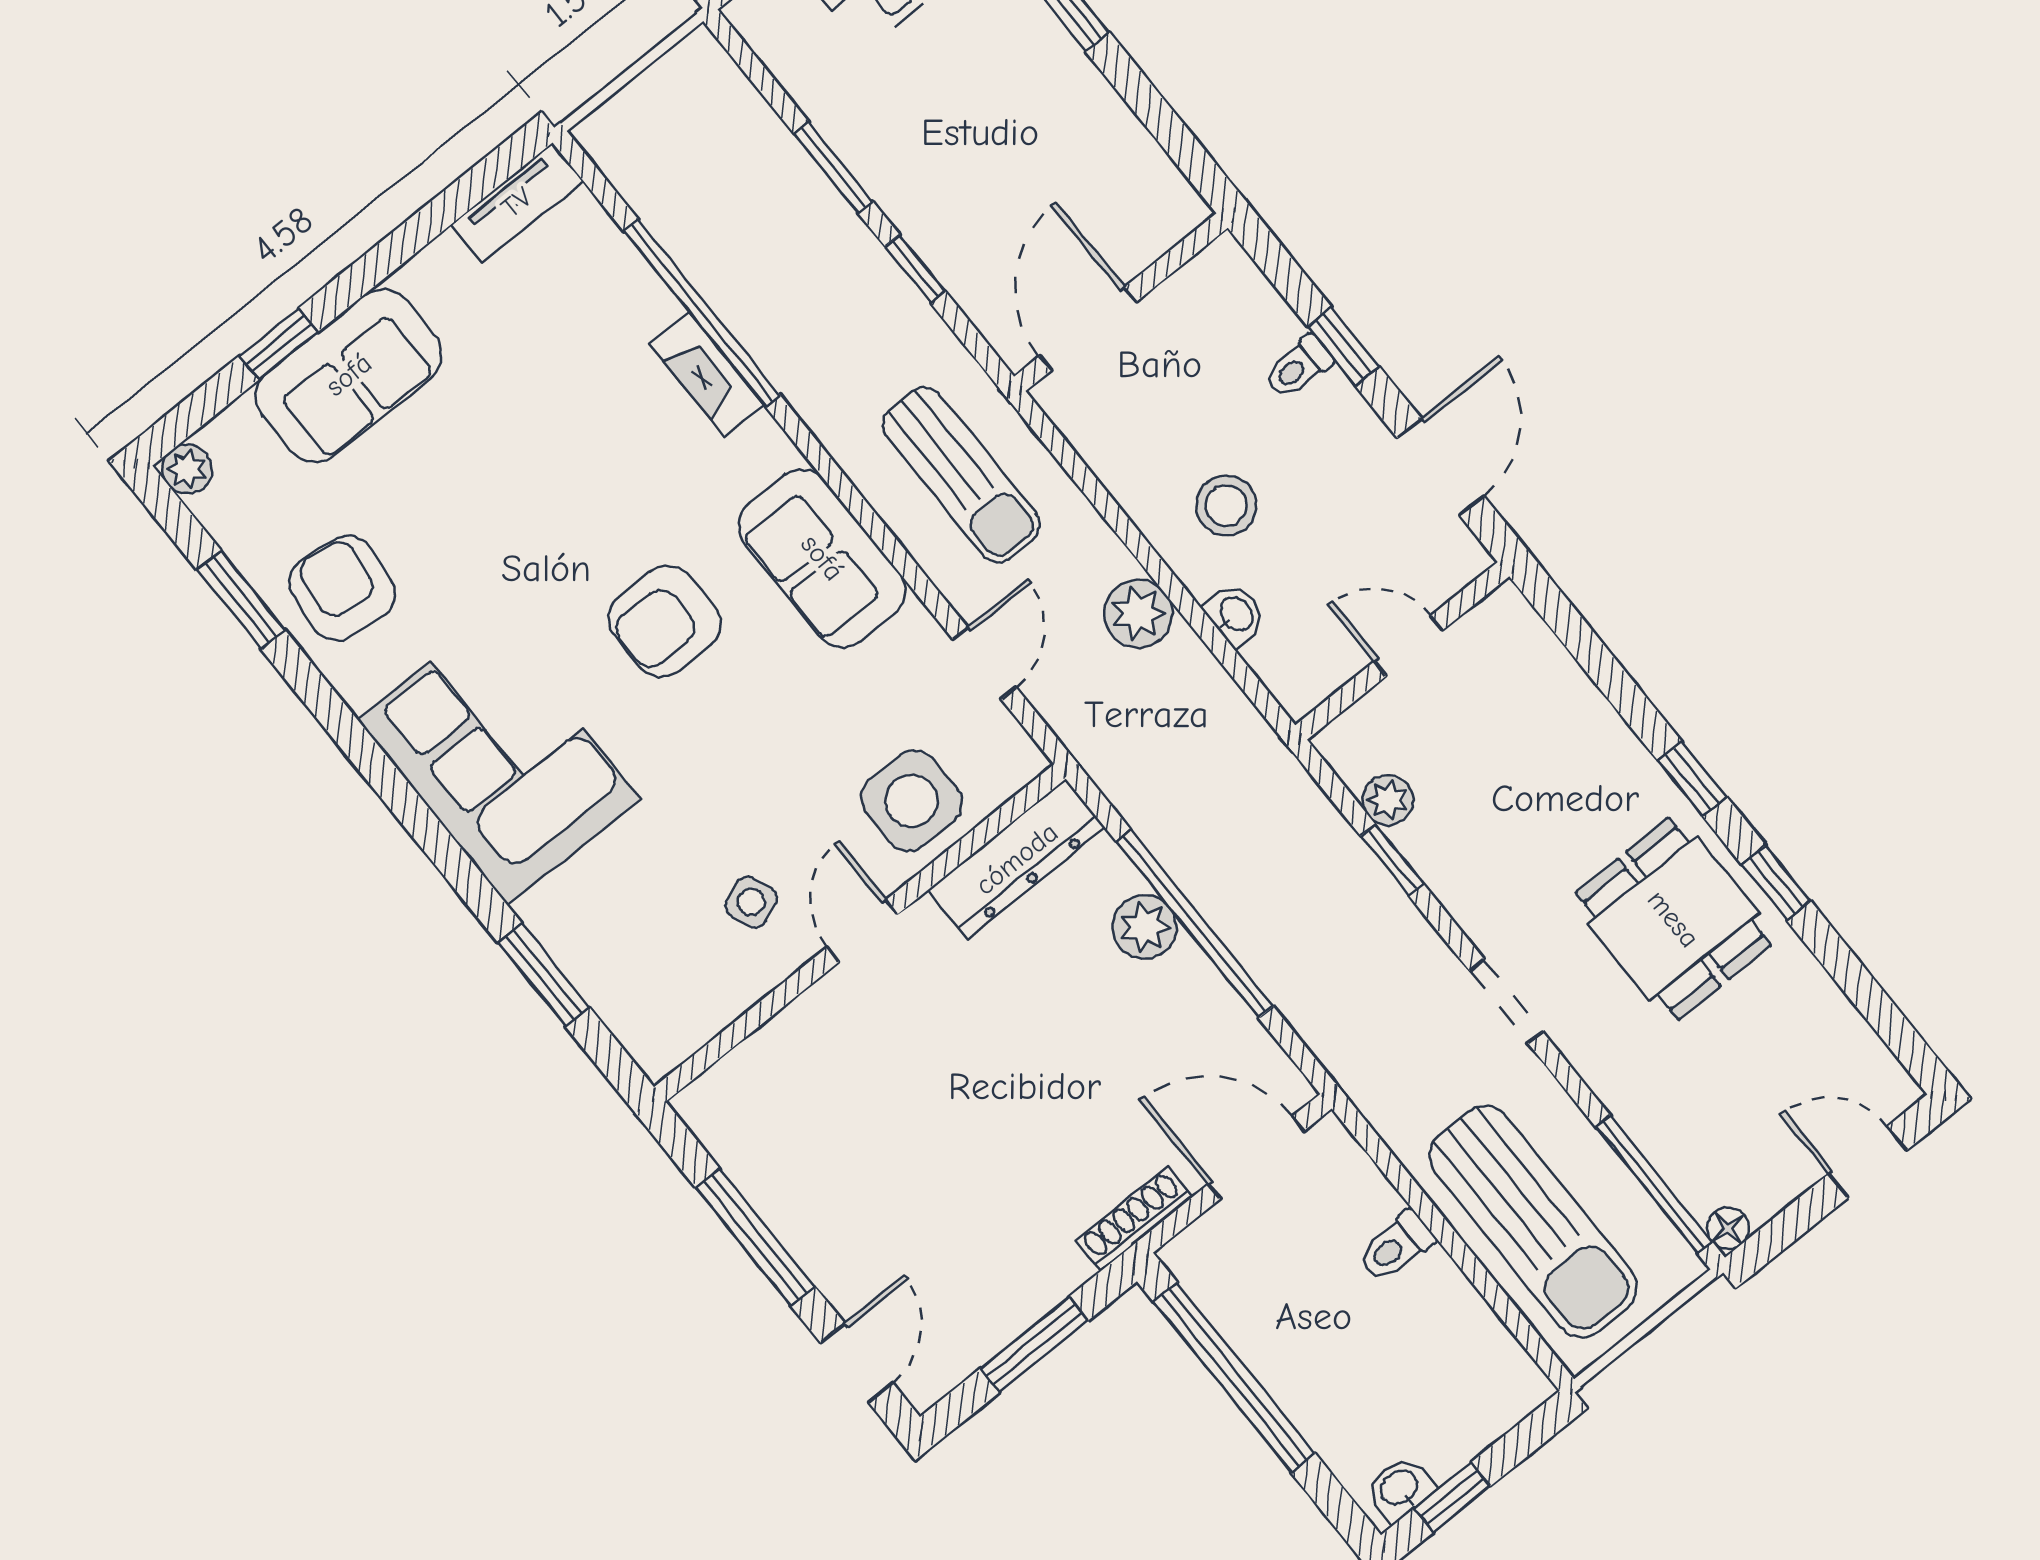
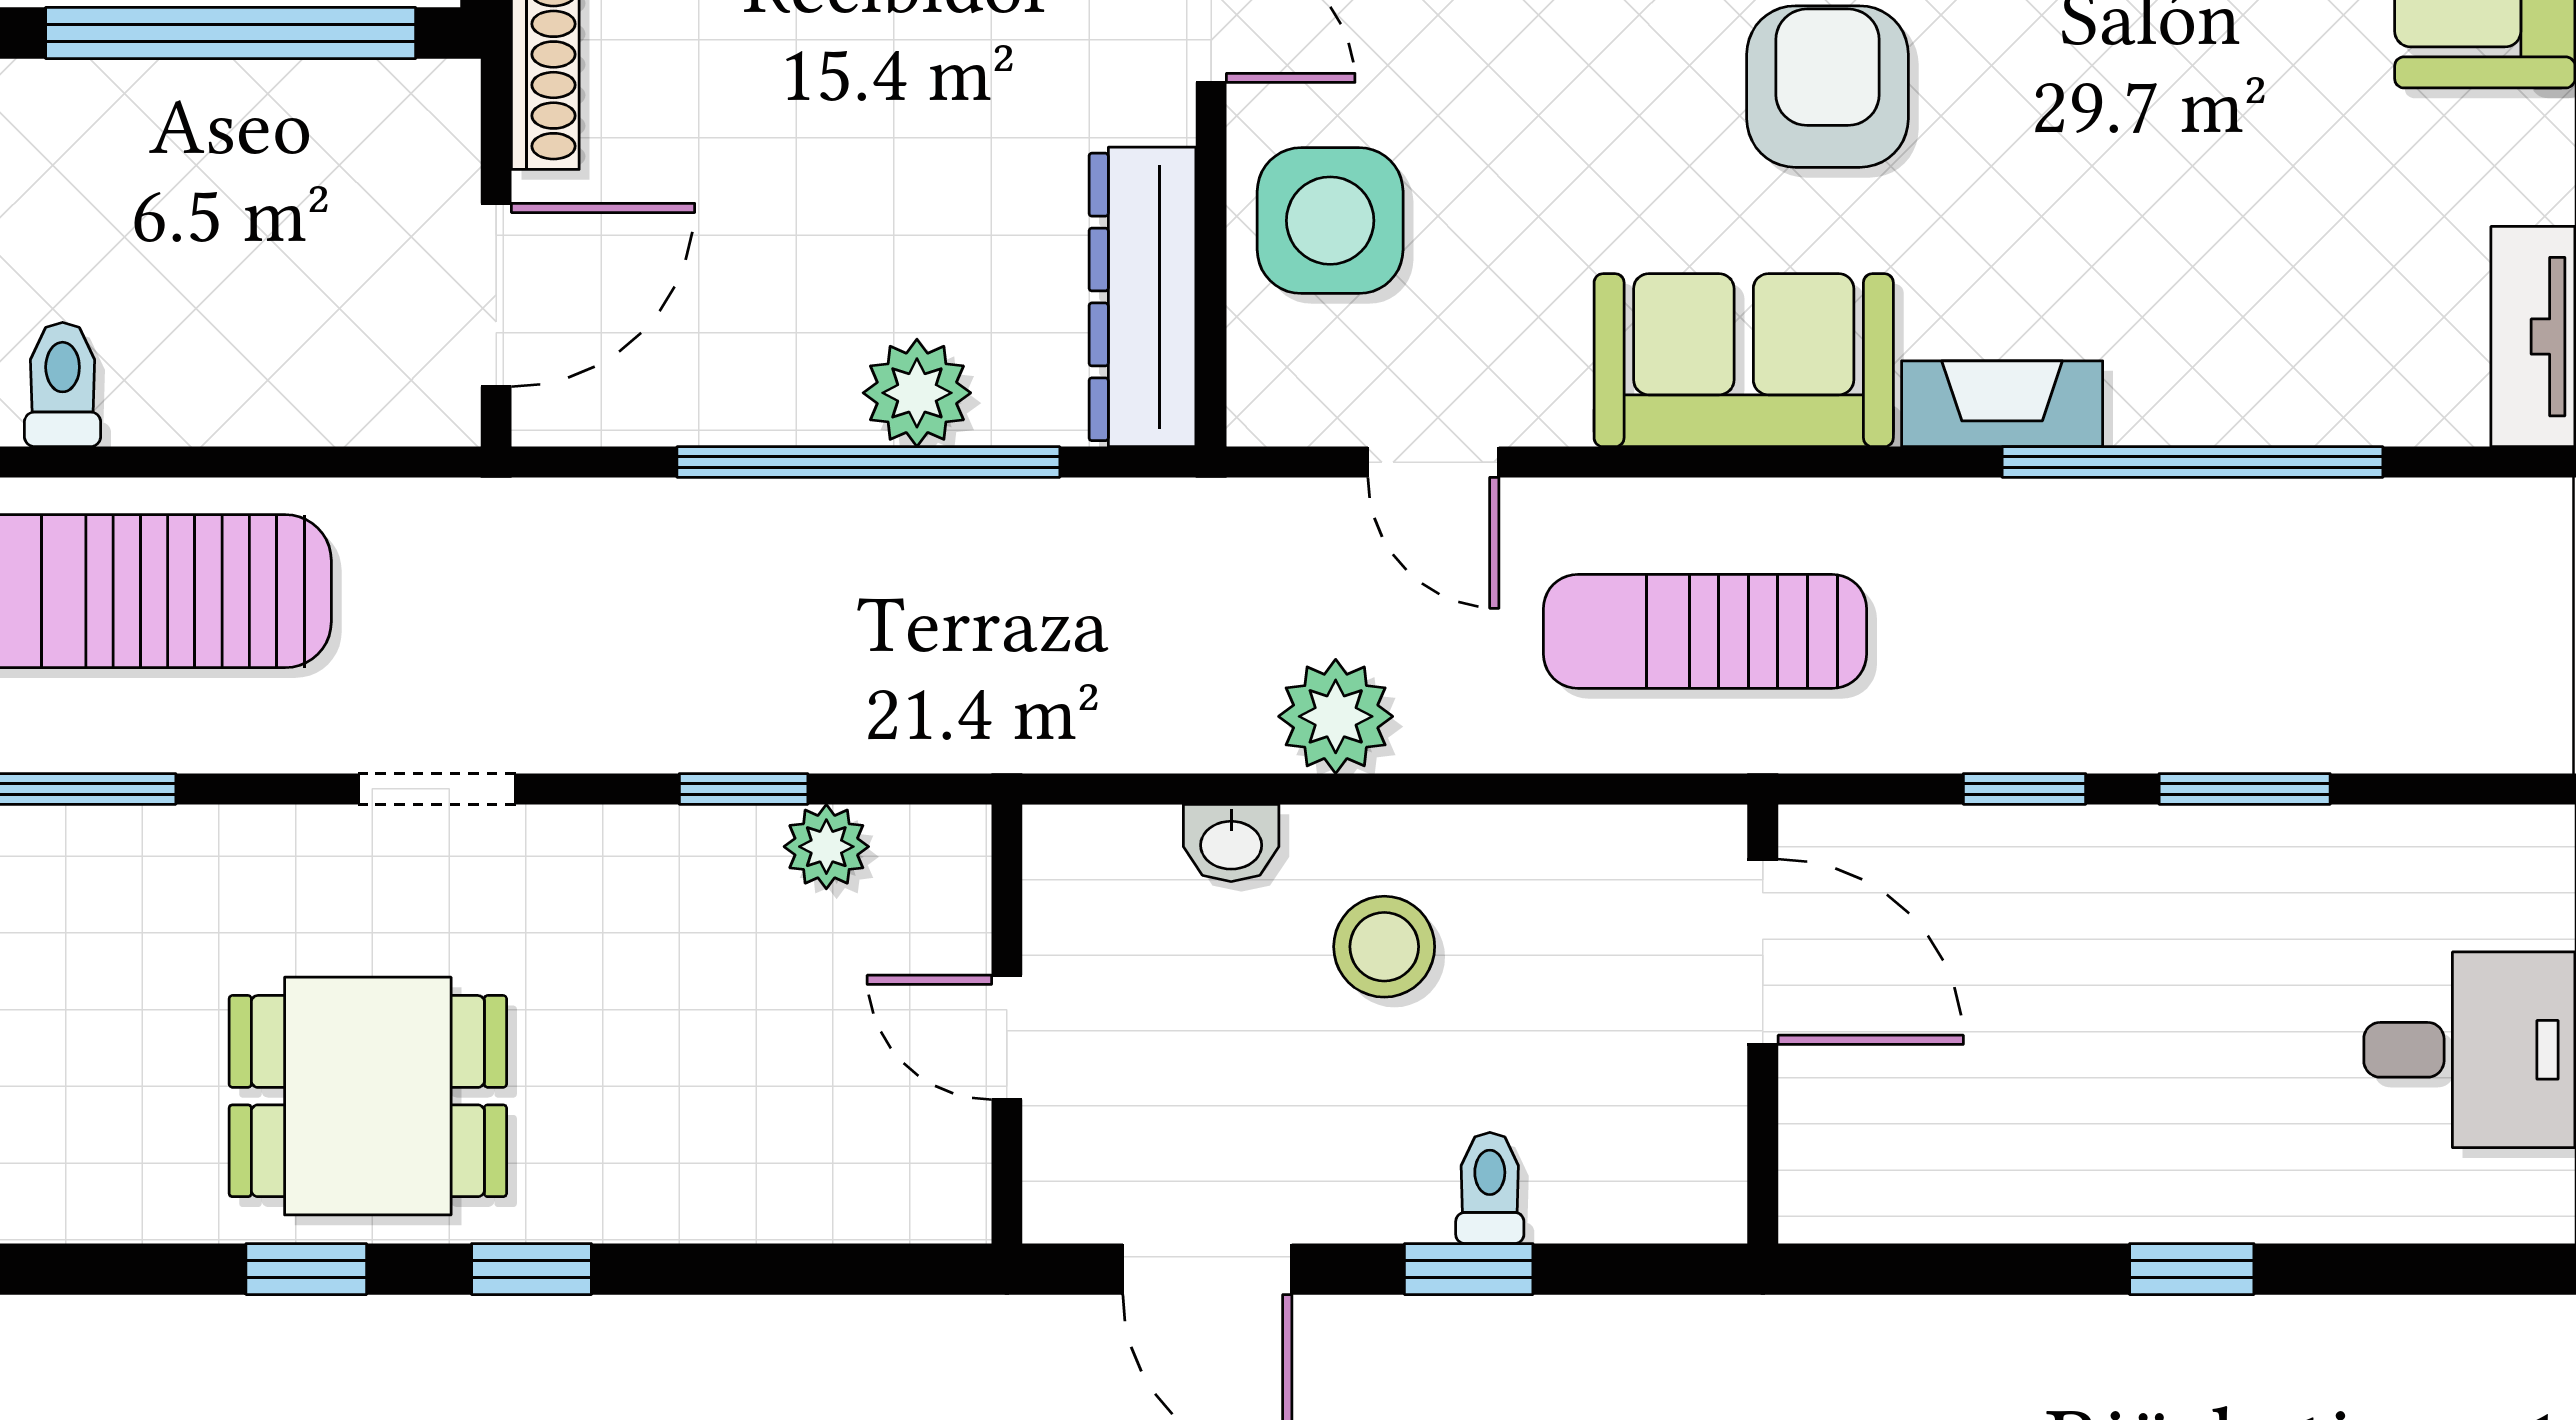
fireplace: (707, 374) -> (2002, 404), moved
door: (1408, 646) -> (1007, 1037), swing flipped
toilet: (1396, 1246) -> (63, 385), moved

